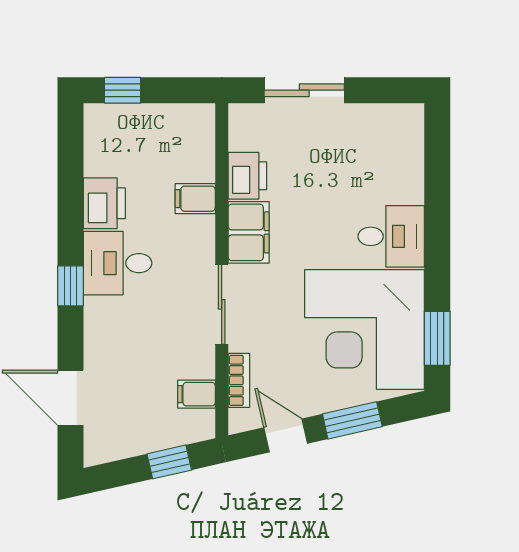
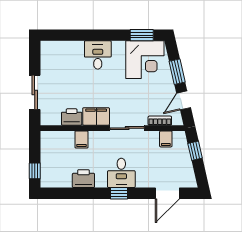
desk: (118, 263) -> (121, 173), moved
corner desk: (364, 330) -> (145, 60), width x0.74, depth x0.74

